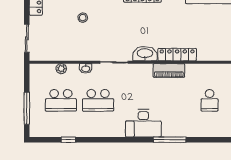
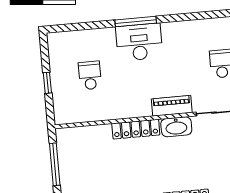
piano: (169, 71) -> (172, 106), moved
desk: (143, 123) -> (139, 42), moved

